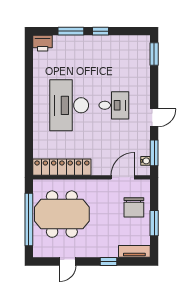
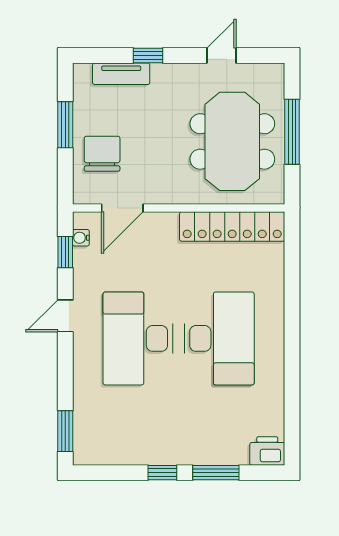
desk: (114, 105) -> (138, 338), width x1.87, depth x1.30
window: (154, 153) -> (65, 252), width x0.67
meeting table: (62, 214) -> (232, 141), turned 90
window: (29, 219) -> (292, 132), width x0.68
tv unit: (134, 251) -> (121, 74), moved

